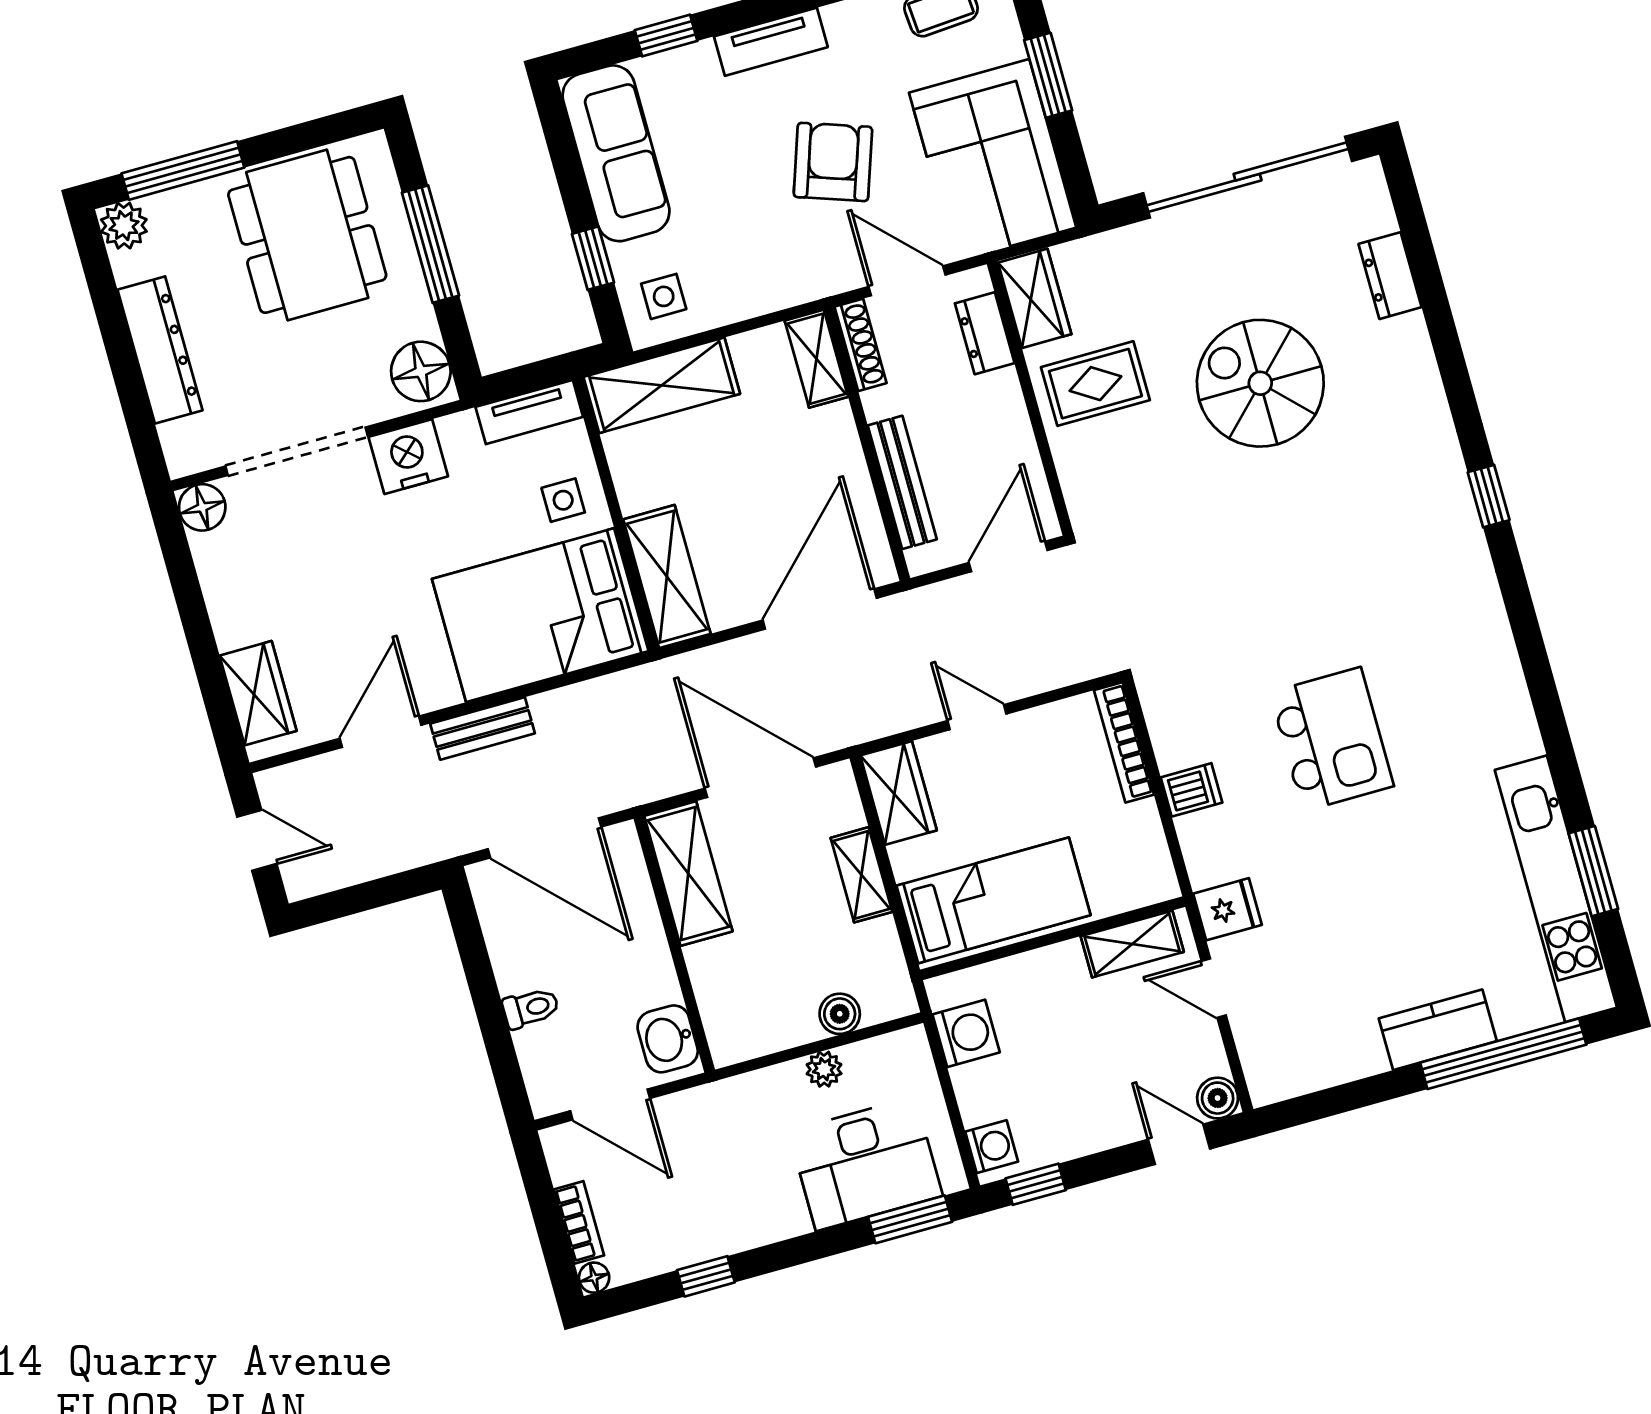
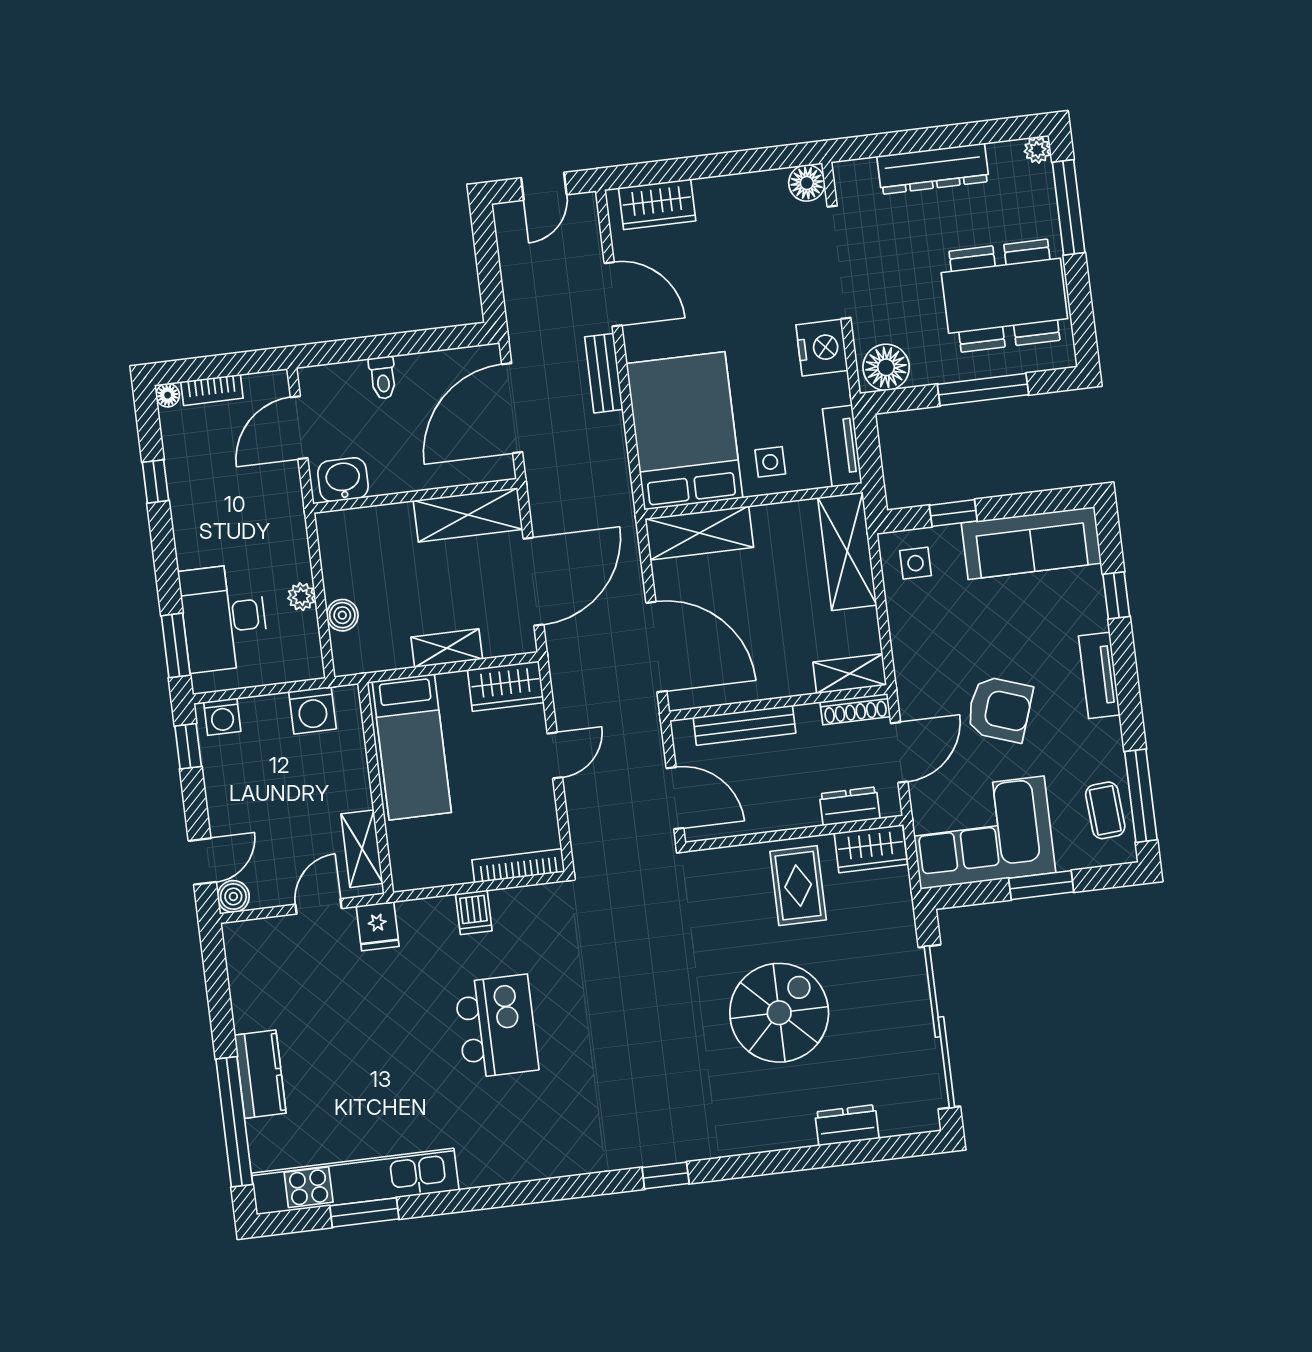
plant: (124, 226) -> (1037, 150), width x0.73, depth x0.73
kitchen island: (1332, 739) -> (496, 1026), turned -90

